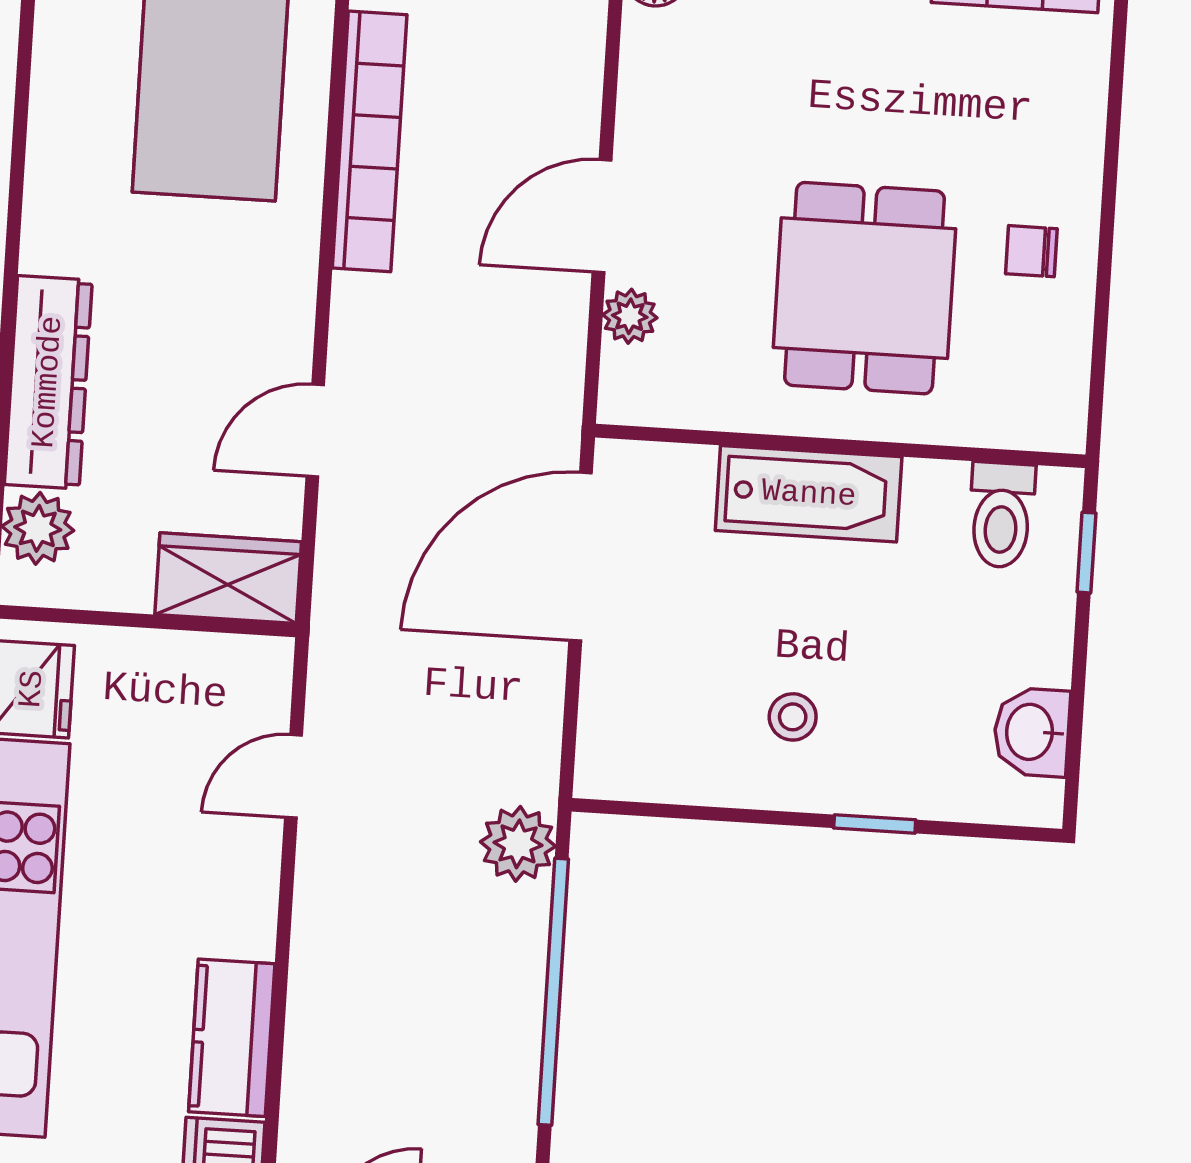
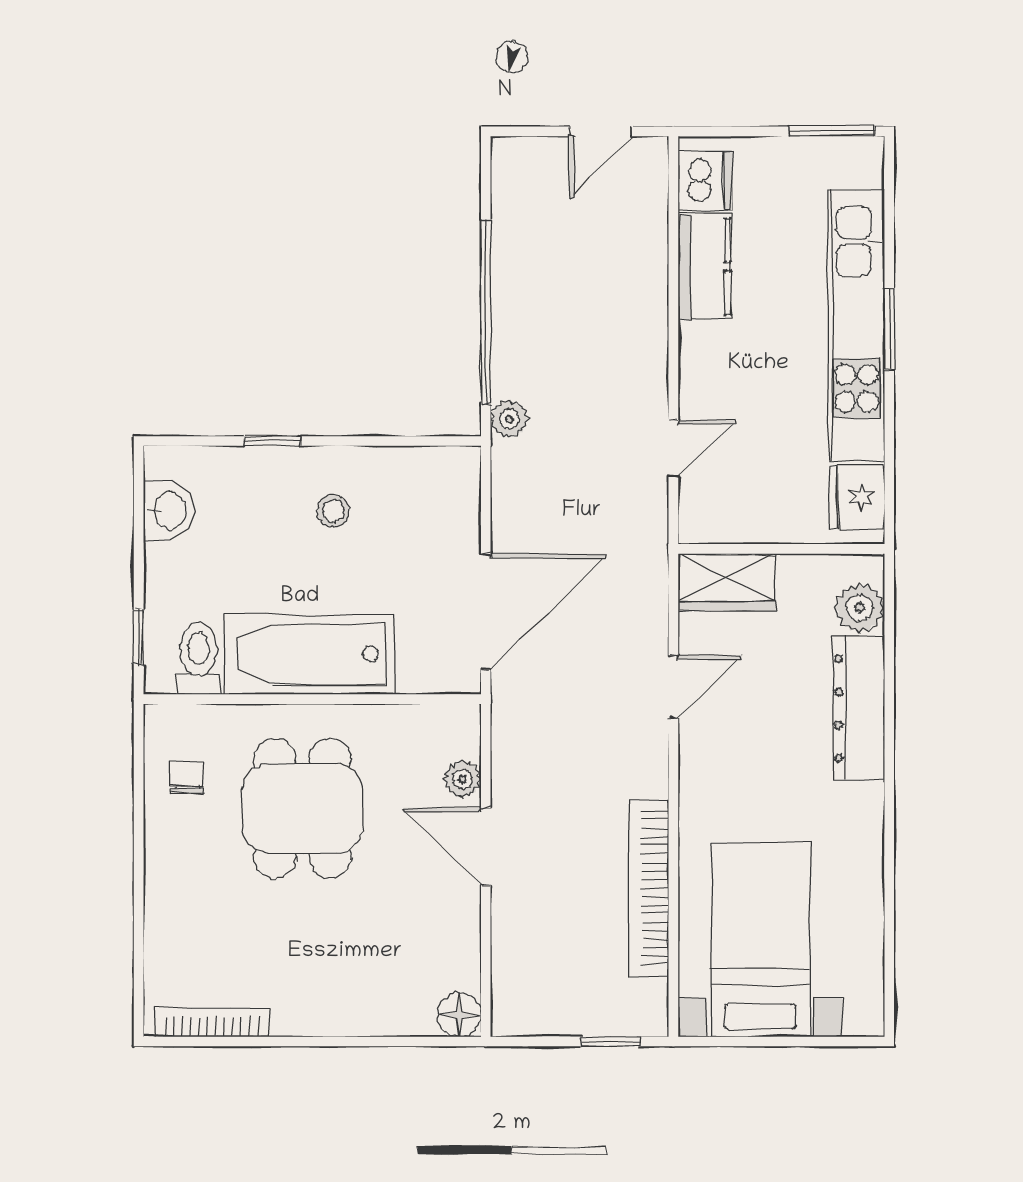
door: (602, 216) -> (486, 847), swing flipped
chair: (1031, 251) -> (187, 777), moved, turned -90
bathtub: (809, 494) -> (309, 654), width x1.36, depth x1.36
plant: (518, 844) -> (509, 419), width x0.73, depth x0.73

